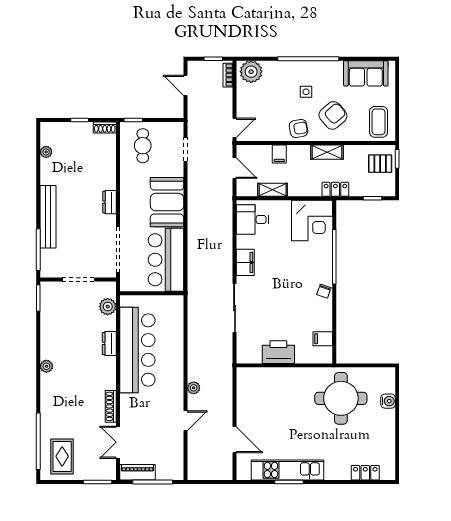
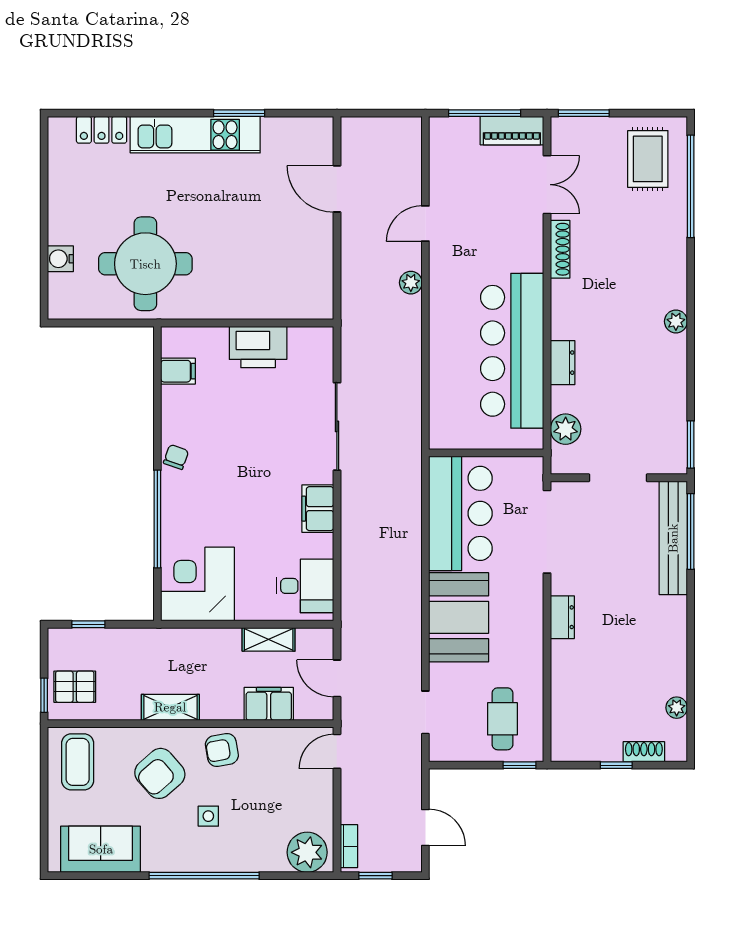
shoe rack: (105, 127) -> (644, 752), moved
filing cabinet: (279, 154) -> (269, 704), width x2.00
locker: (335, 189) -> (155, 640), removed
bench: (48, 217) -> (673, 538), moved
kitchen unit: (288, 470) -> (195, 135), moved

